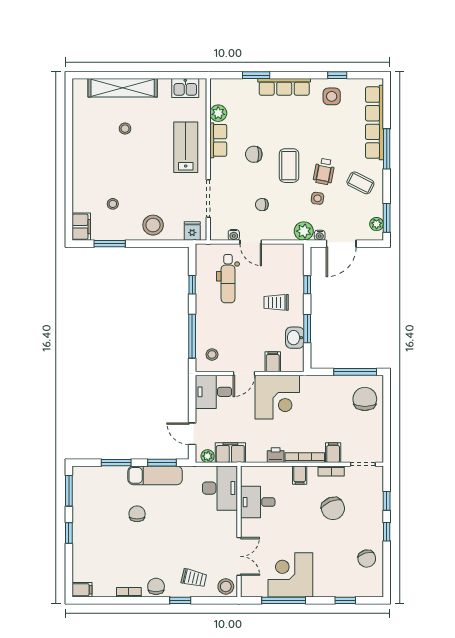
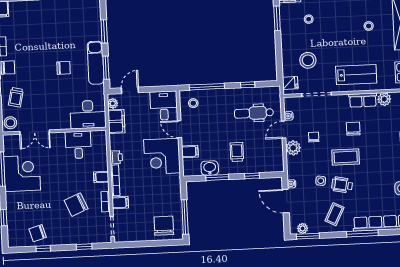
stool: (153, 225) -> (308, 60), moved
plant: (304, 231) -> (293, 148), moved
chair: (365, 399) -> (164, 226), turned -90
chair: (137, 514) -> (63, 68), moved
window: (387, 532) -> (43, 249), moved

